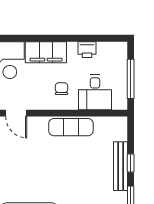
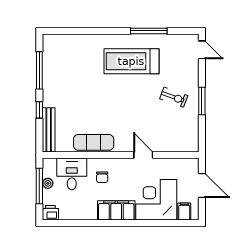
printer: (87, 50) -> (50, 213), moved
plant: (121, 82) -> (48, 183), added
bench: (121, 166) -> (49, 130), moved

